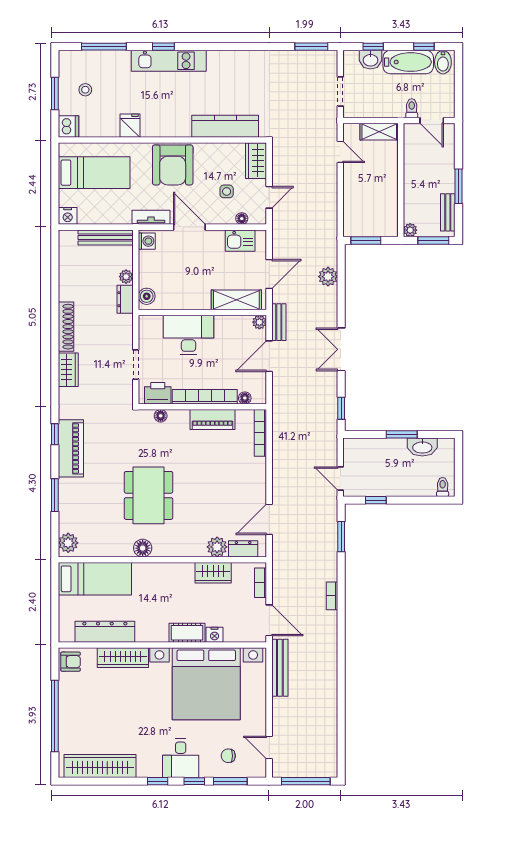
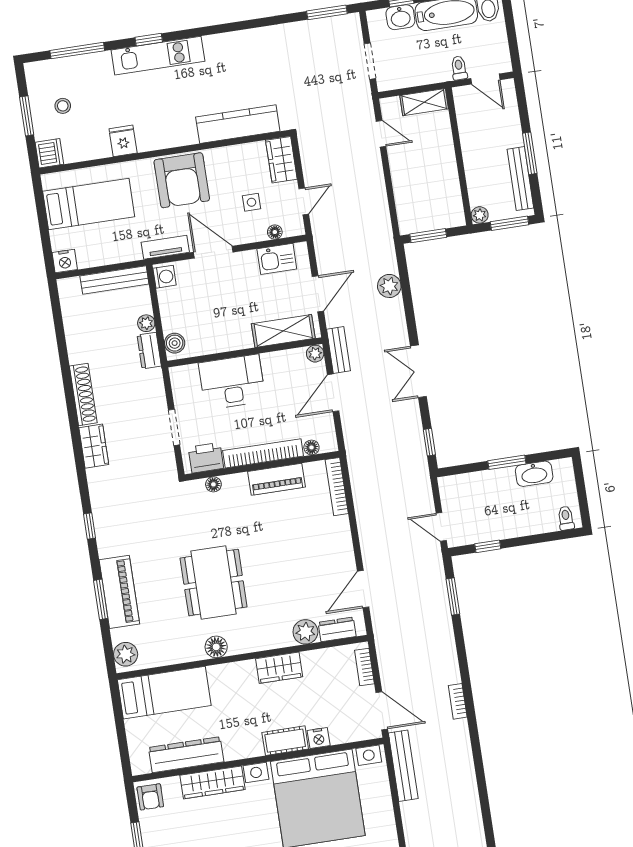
bench: (448, 212) -> (520, 179), width x1.36
piano: (71, 448) -> (119, 592), moved
wardrobe: (213, 573) -> (279, 668), moved
bookcase: (332, 596) -> (458, 701), moved
armchair: (71, 662) -> (150, 797), turned 90

